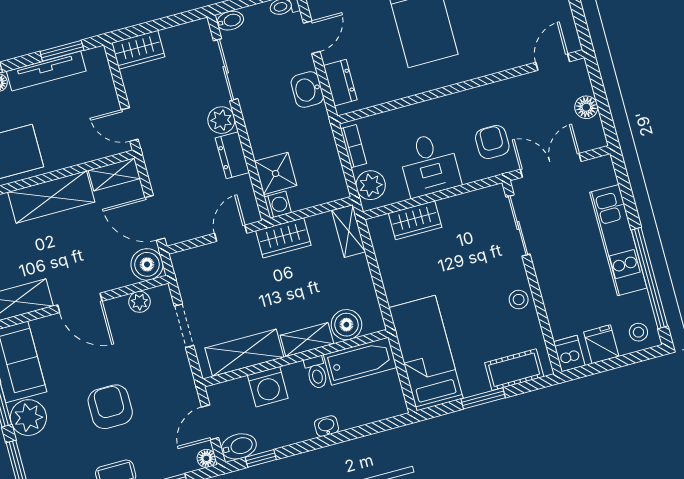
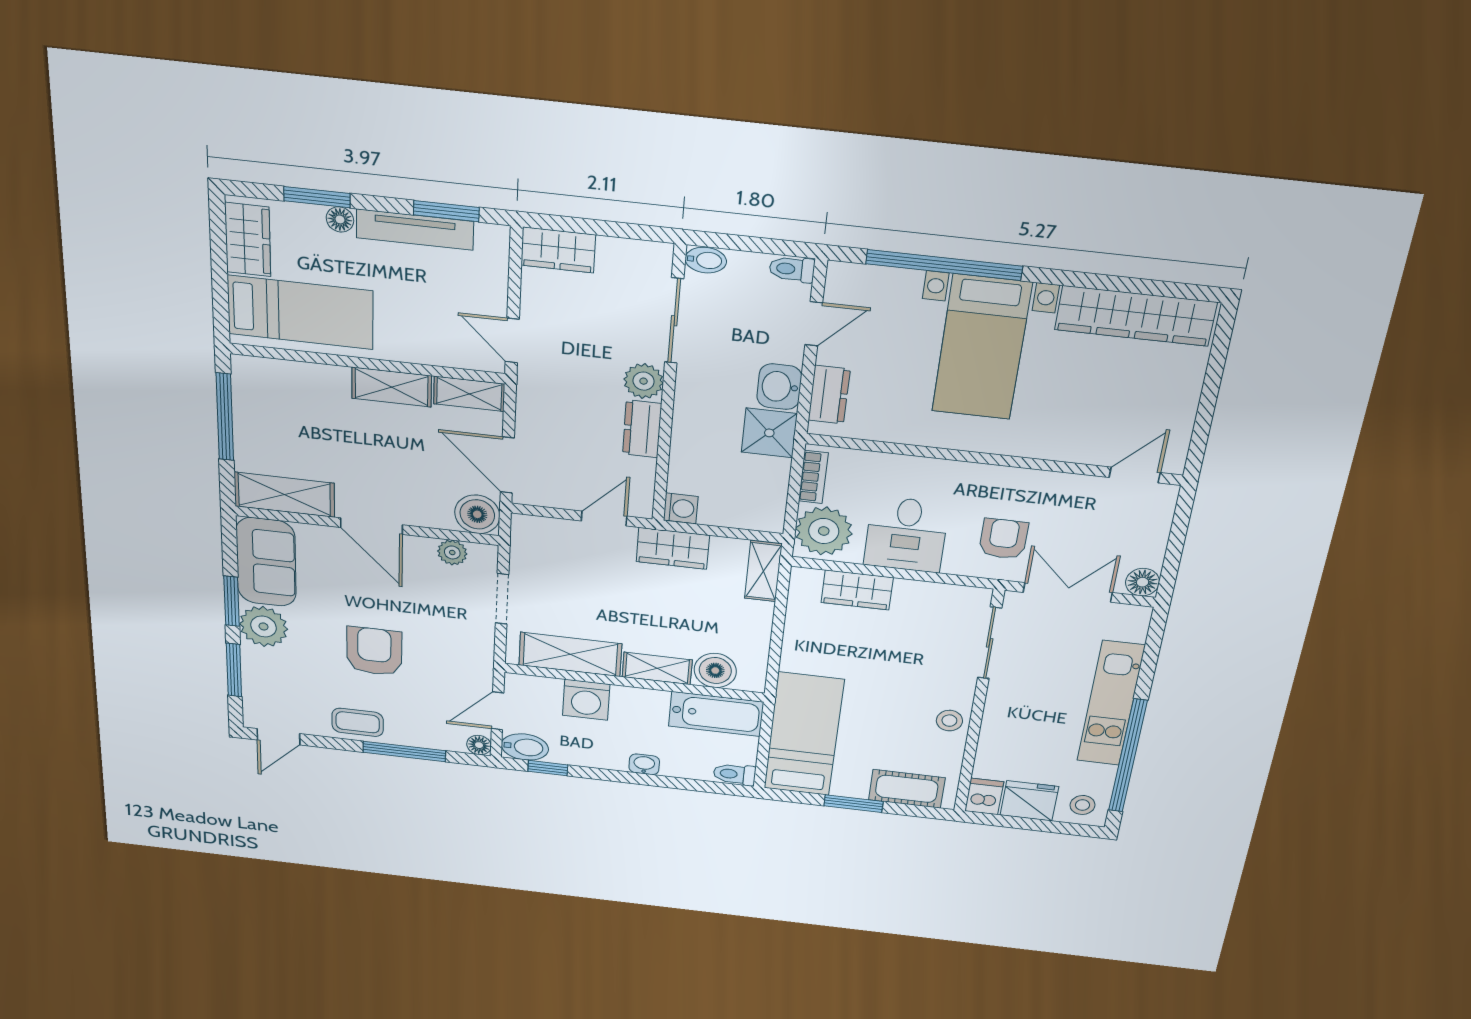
floor lamp: (586, 107) -> (1143, 582), moved
shower: (276, 173) -> (769, 433), moved
plant: (371, 185) -> (824, 531), width x1.36, depth x1.36
shelving: (51, 197) -> (392, 387), width x0.67, depth x0.75
fridge: (601, 344) -> (1029, 801), width x1.38
toilet: (316, 372) -> (734, 774), moved, turned 90

